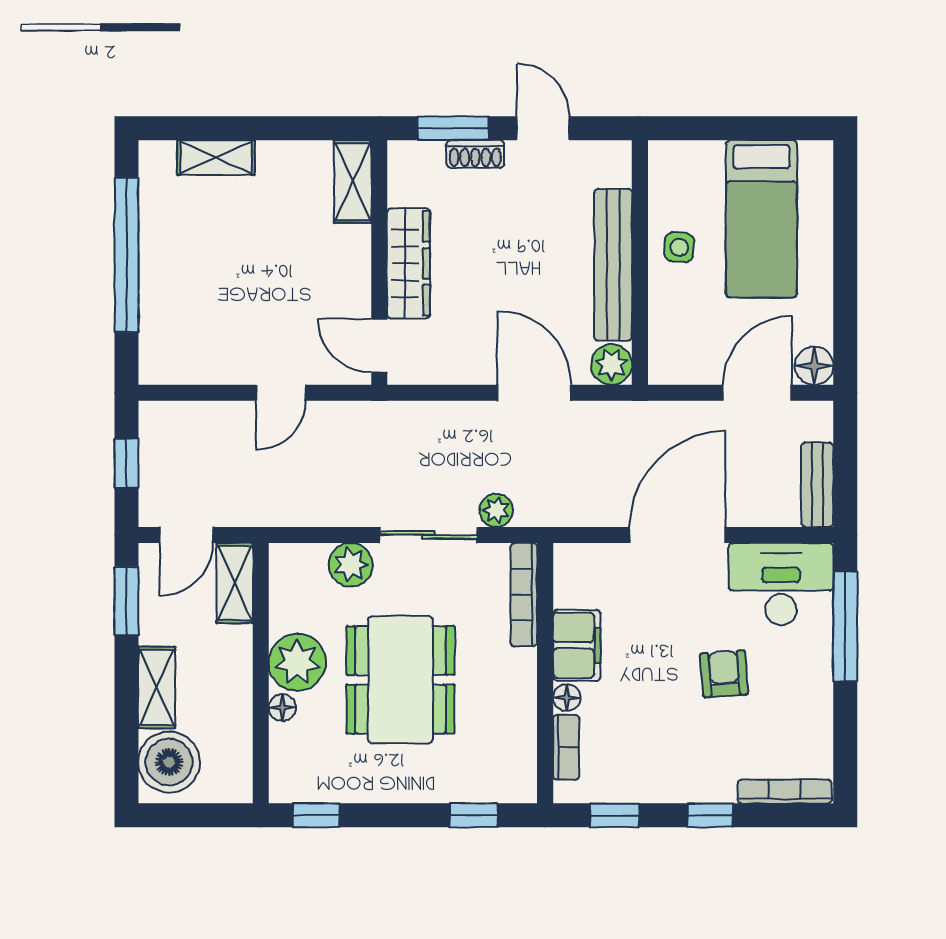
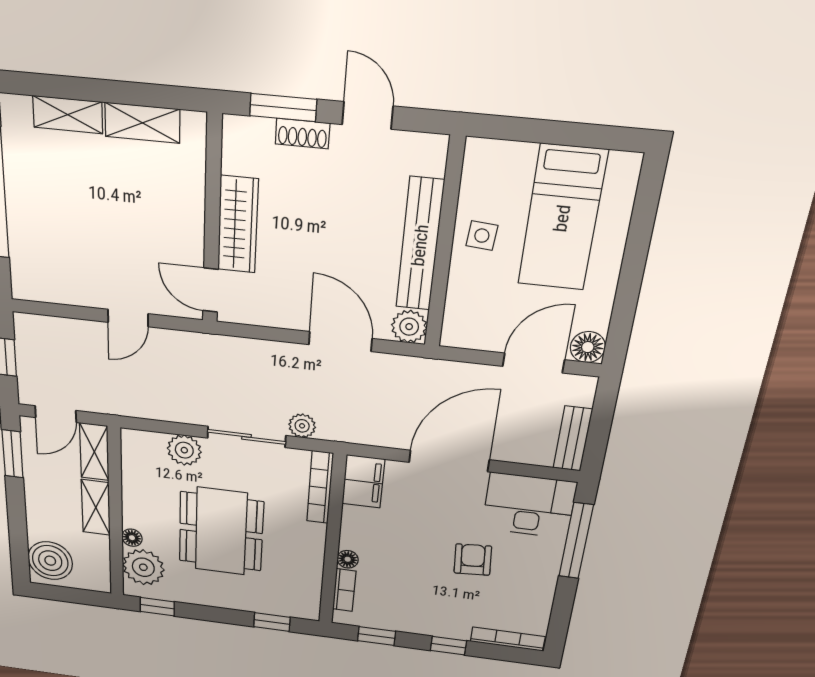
shelving: (353, 182) -> (142, 123), moved, turned 90
filing cabinet: (577, 645) -> (363, 481), moved
plant: (297, 662) -> (143, 567), moved
shelving: (157, 687) -> (96, 507), moved

